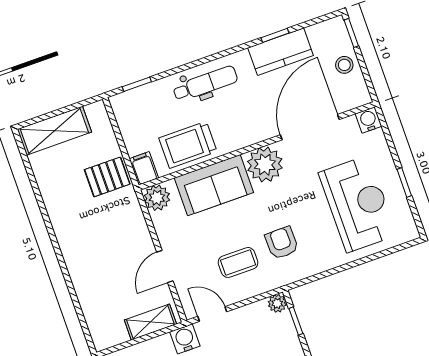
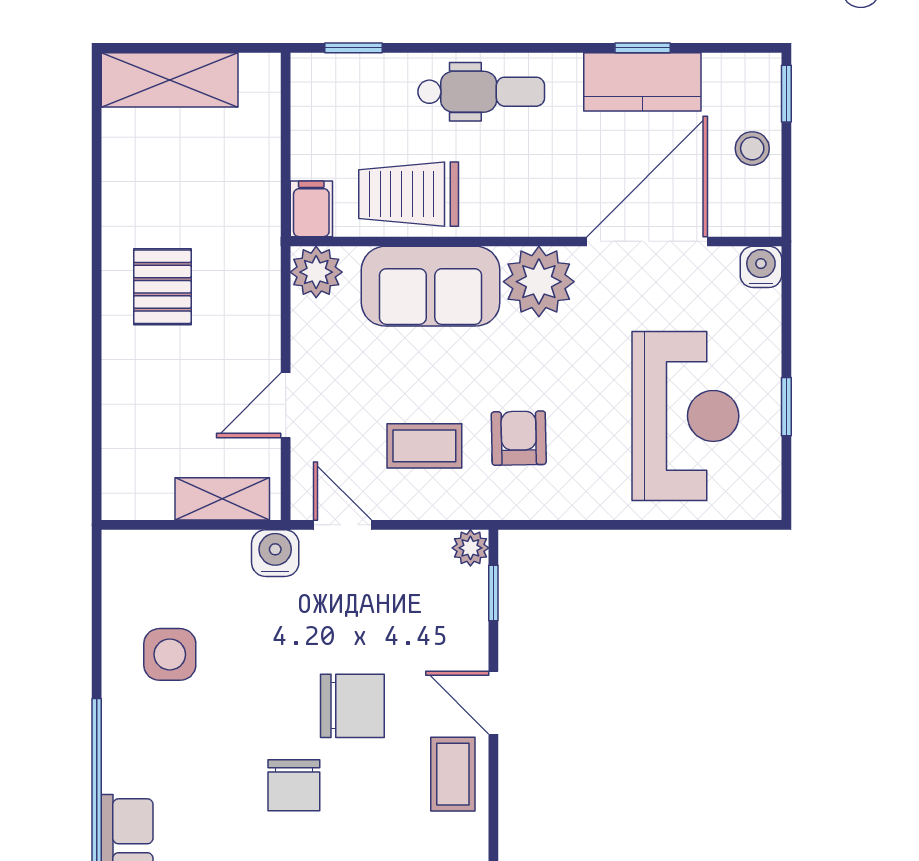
pallet: (107, 177) -> (162, 287), moved, turned 90

